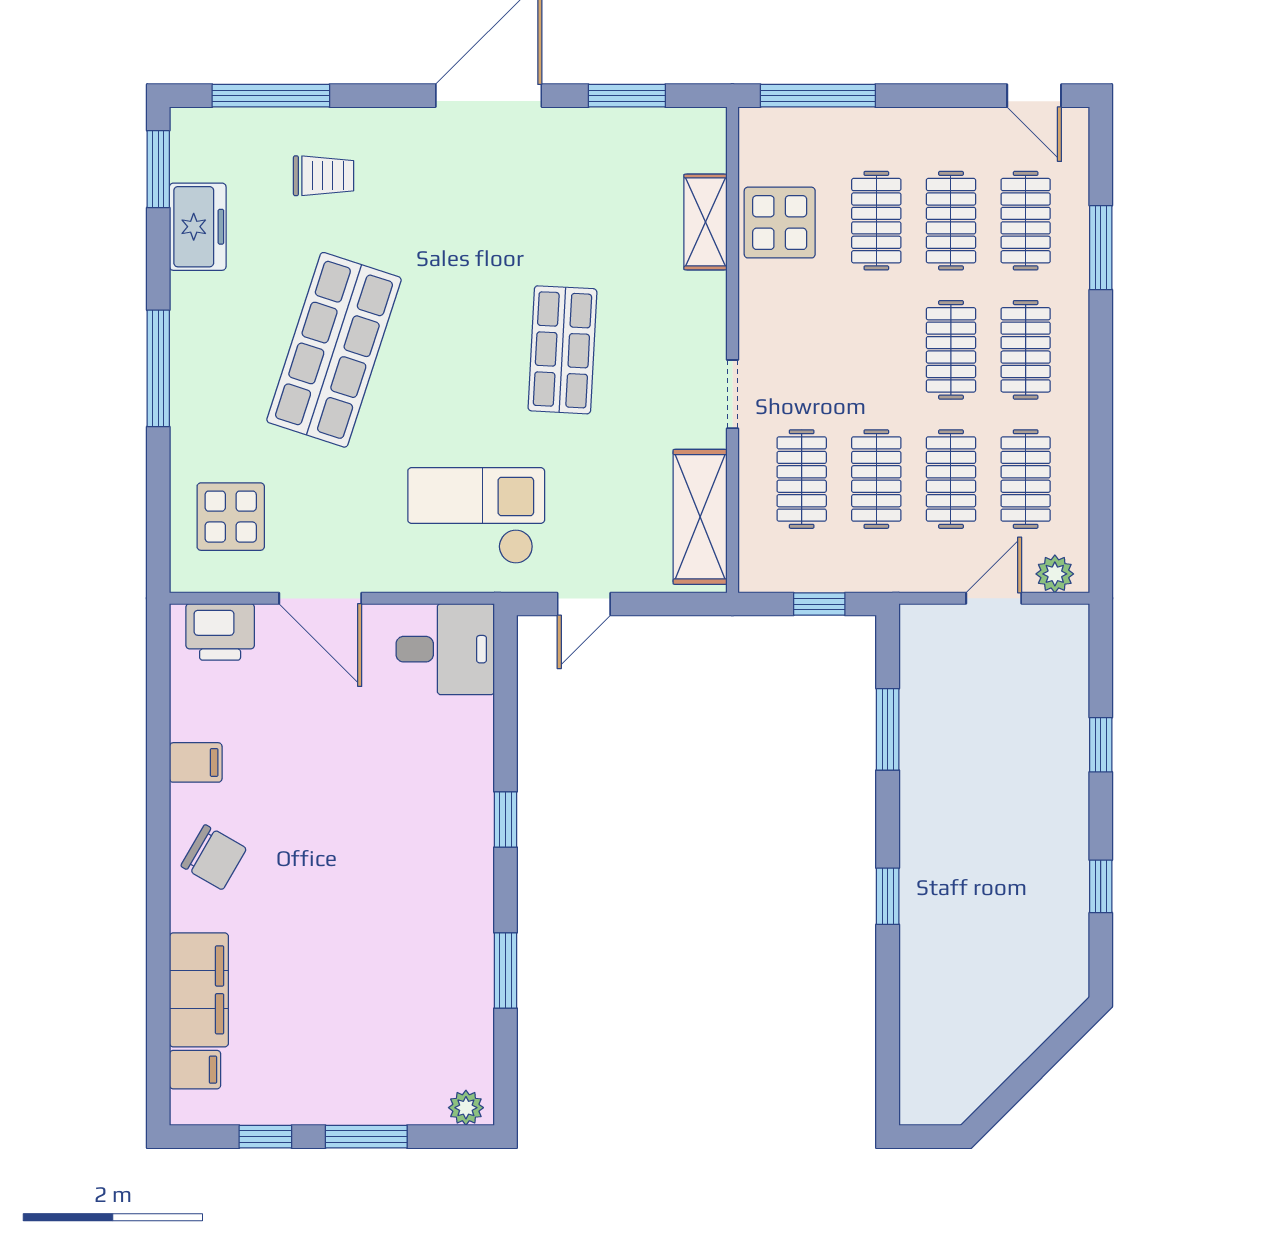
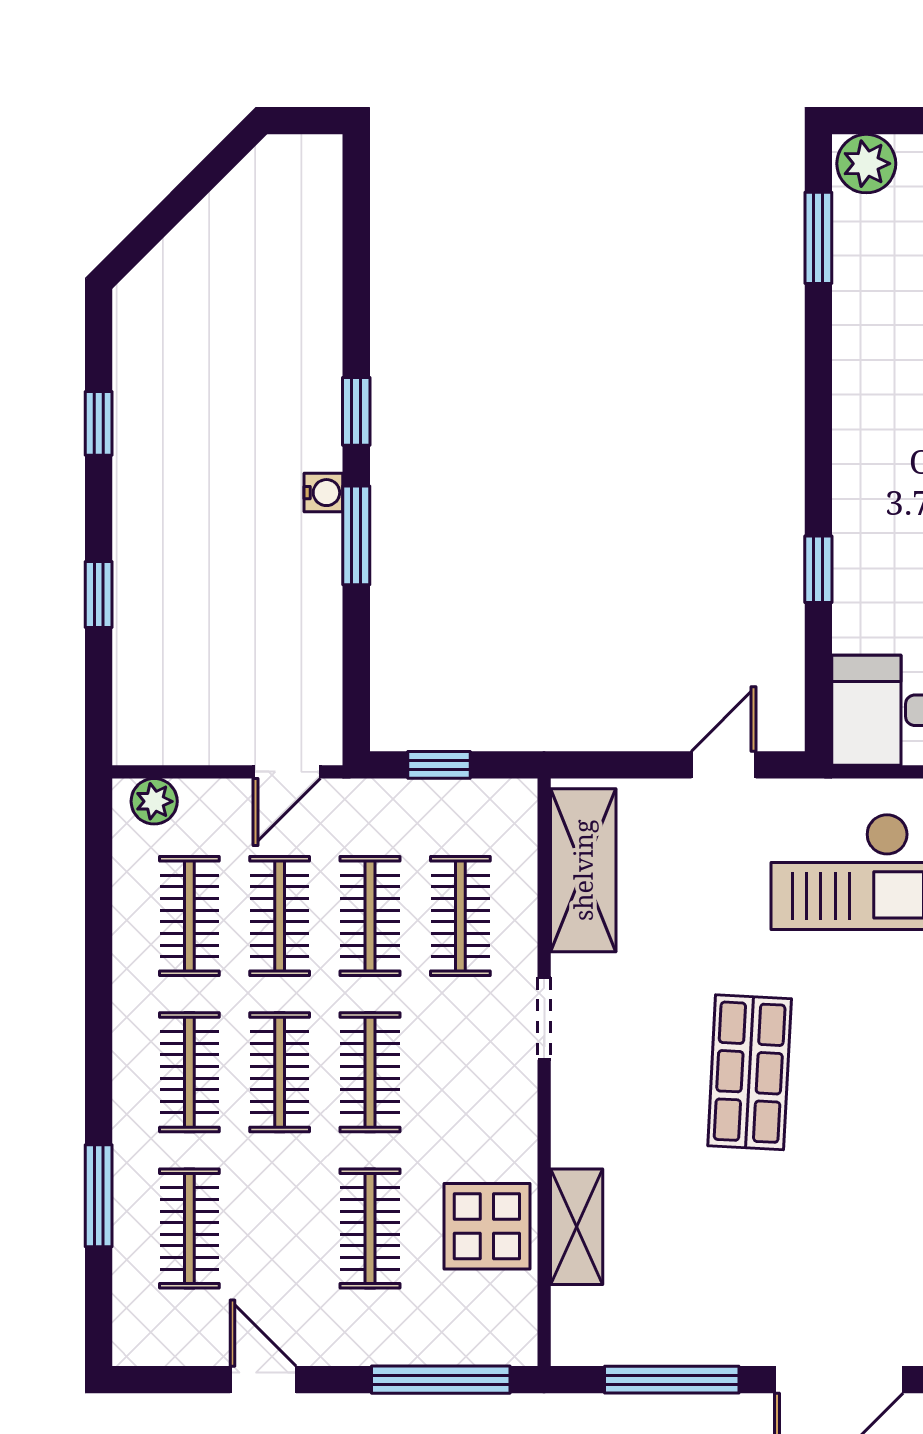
window: (627, 96) -> (672, 1380), width x1.44
door: (1034, 96) -> (263, 1380), moved
clothes rail: (951, 221) -> (370, 1072), moved
door: (994, 598) -> (287, 772), moved
window: (888, 729) -> (356, 535), moved
window: (505, 820) -> (818, 569), moved
water cooler: (915, 829) -> (323, 493), added
window: (505, 971) -> (818, 238), moved
plant: (466, 1108) -> (866, 164), width x1.38, depth x1.38

